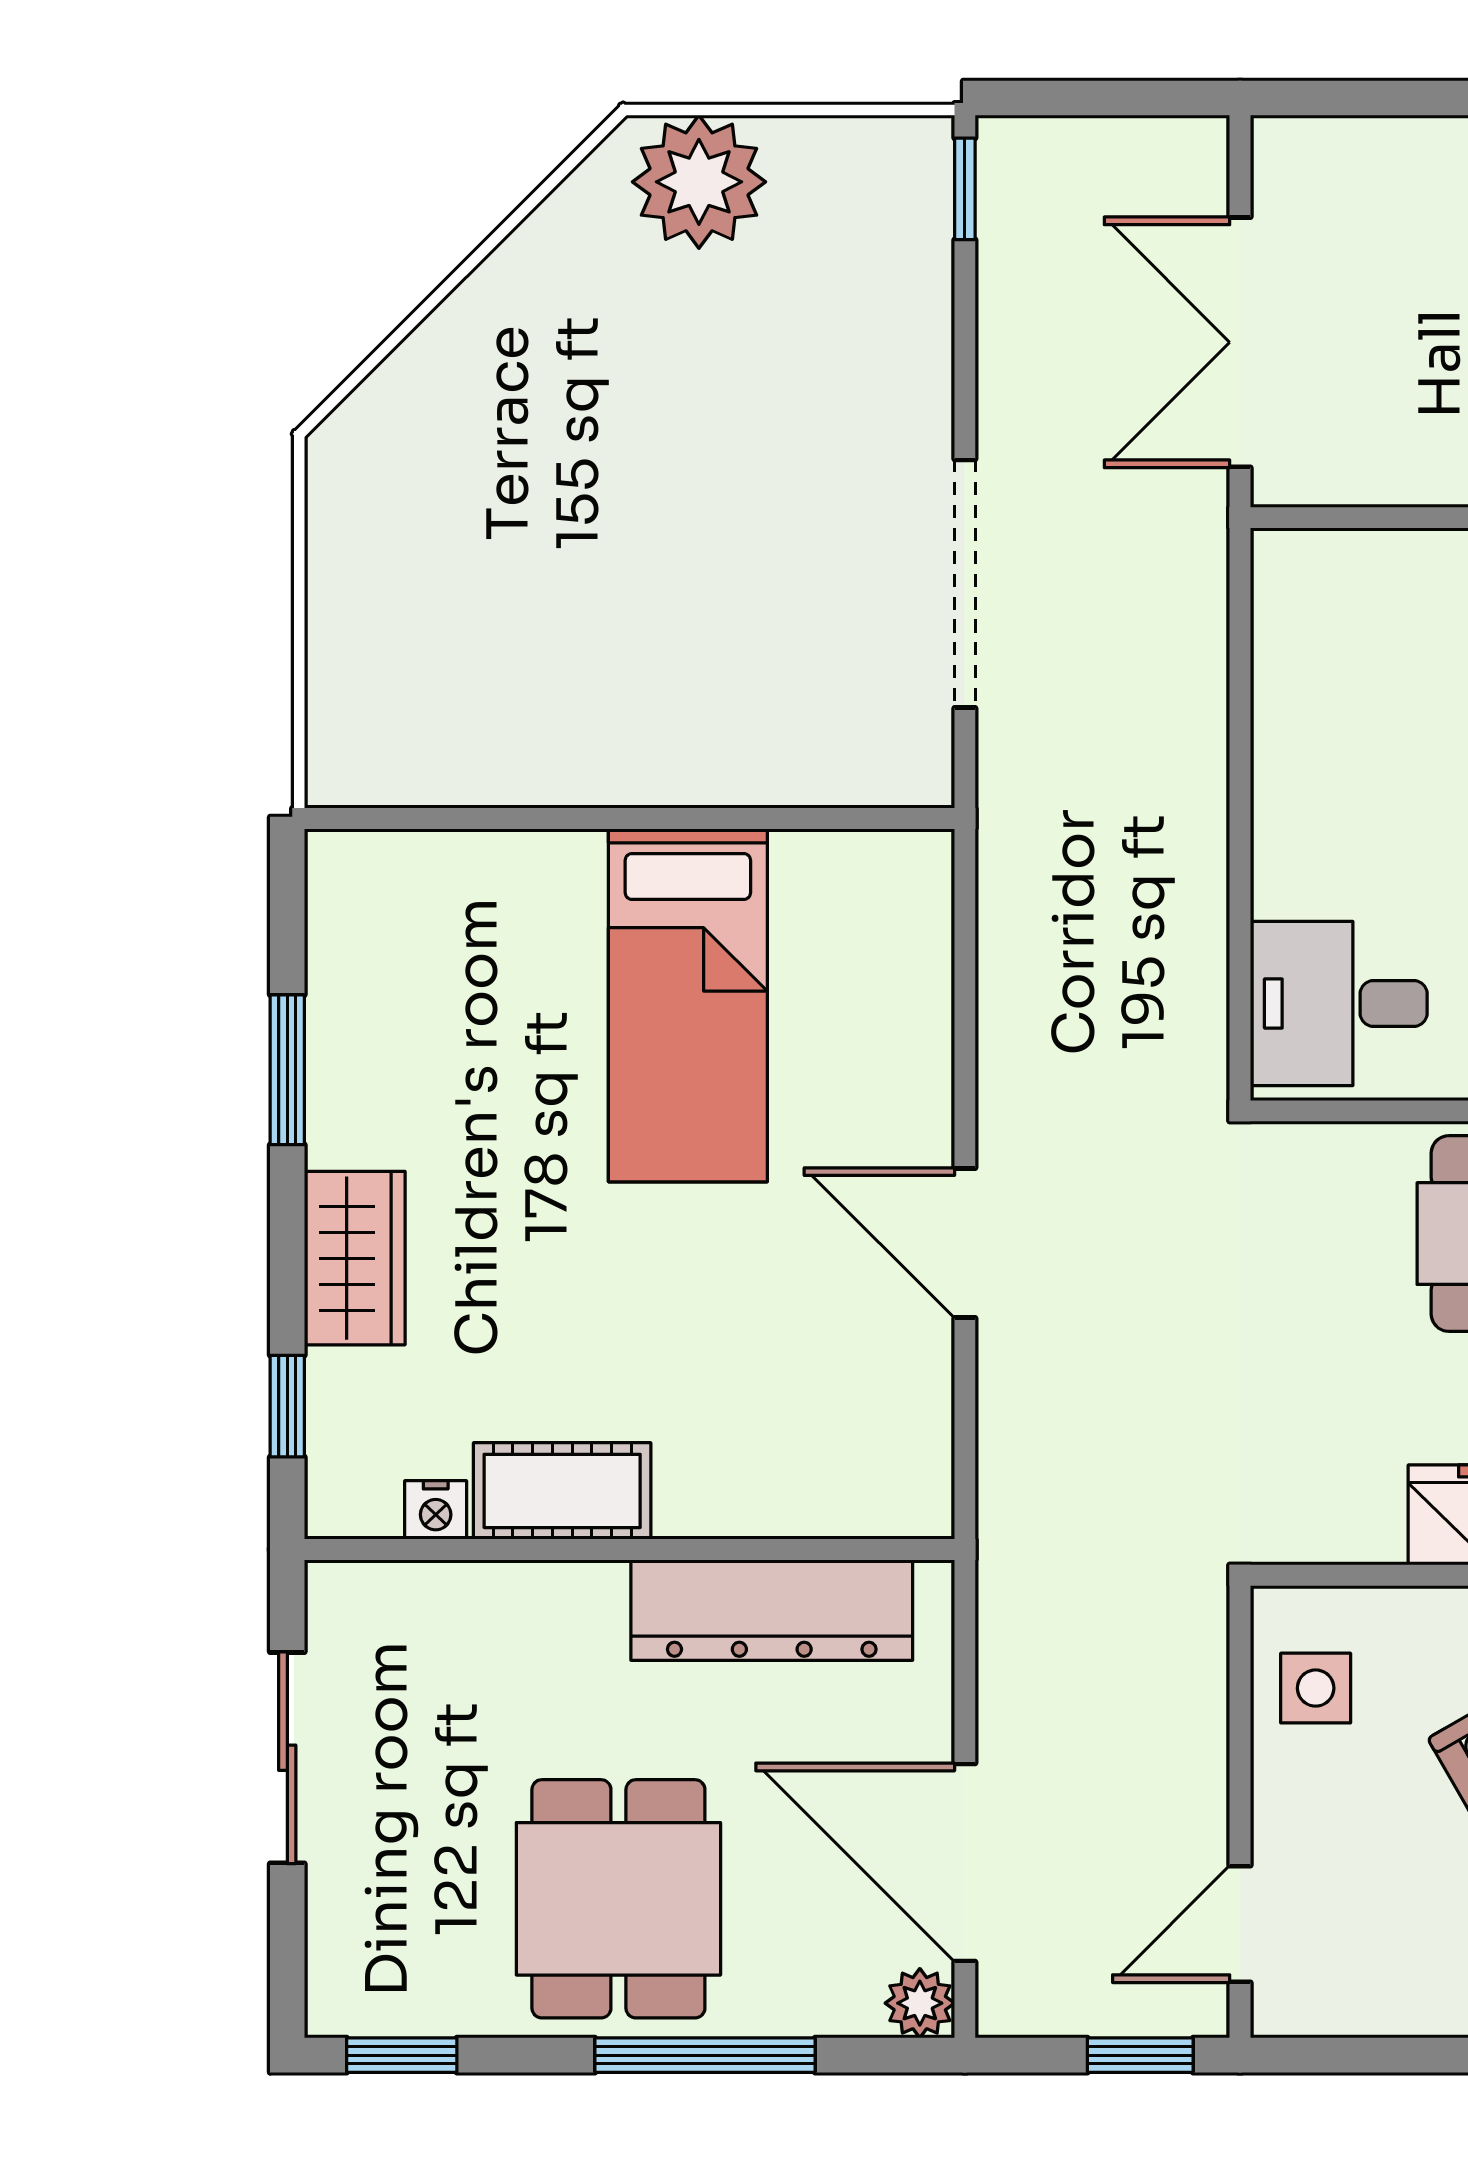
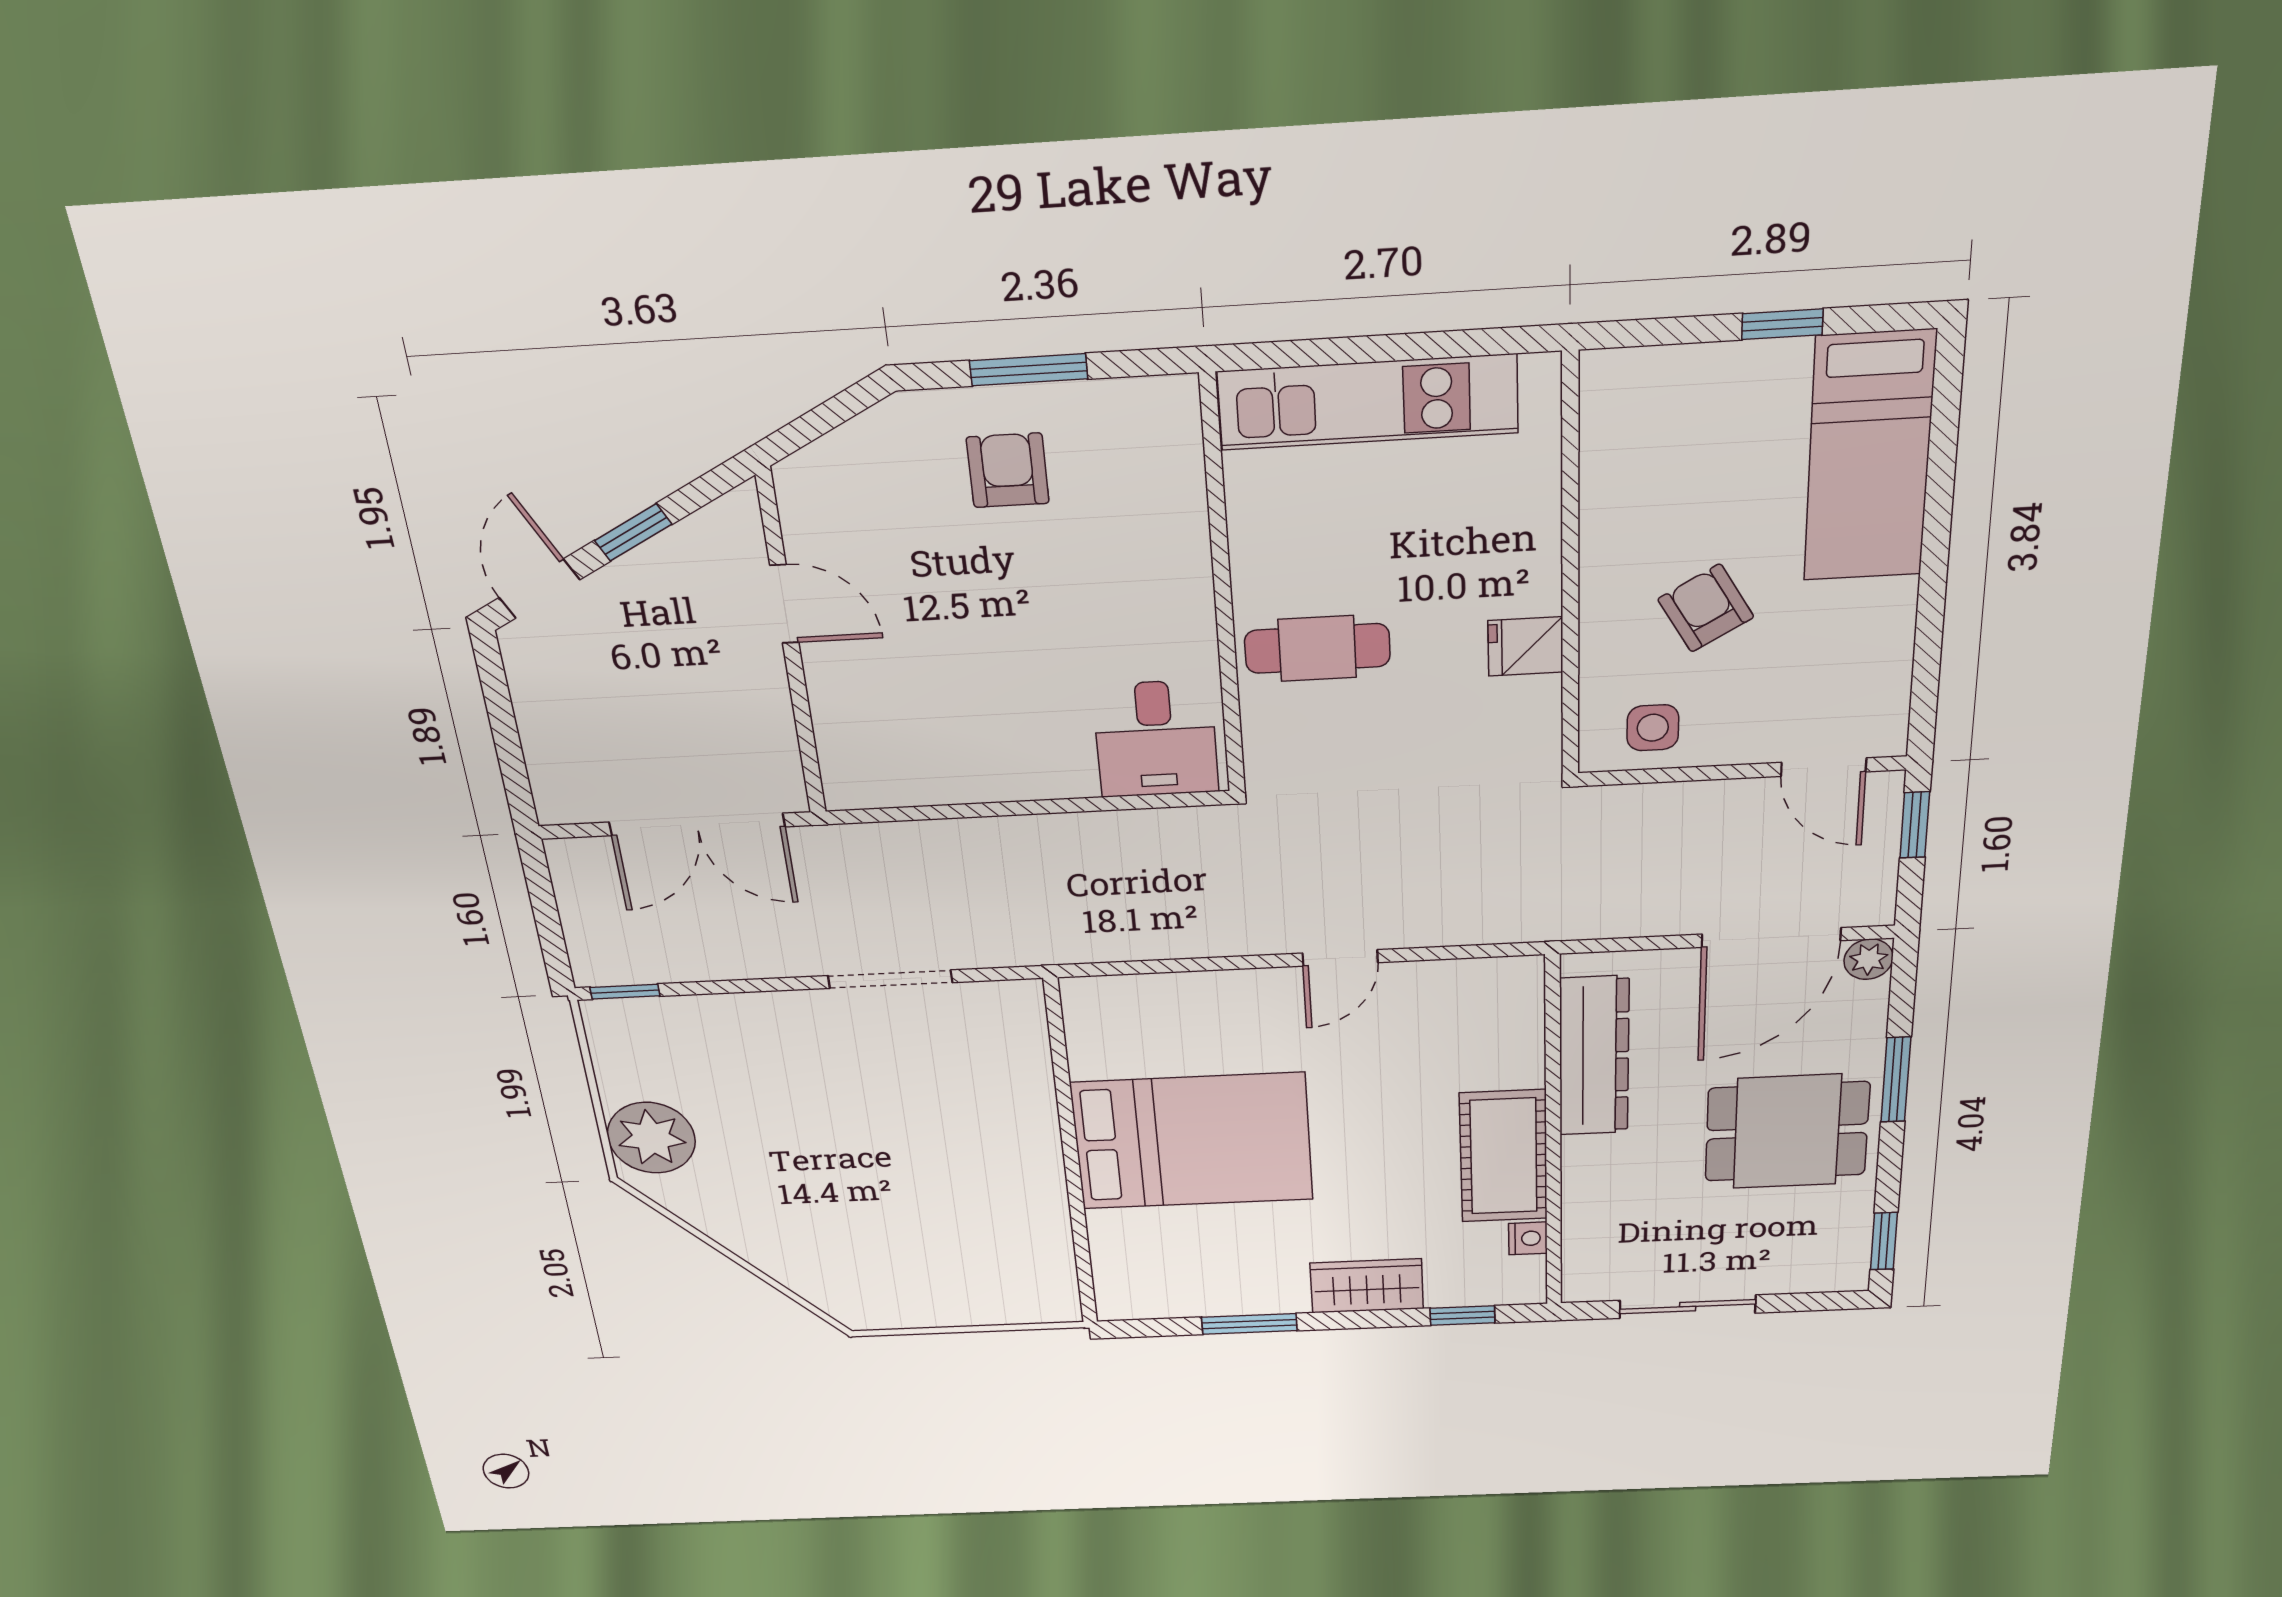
doorway: (965, 584) -> (890, 979), width x0.73
bed: (688, 1005) -> (1192, 1141), width x1.50
door: (965, 1243) -> (1340, 958), width x0.73
cot: (562, 1491) -> (1504, 1156), width x1.37, depth x1.34
window: (705, 2055) -> (1896, 1080), width x0.69

